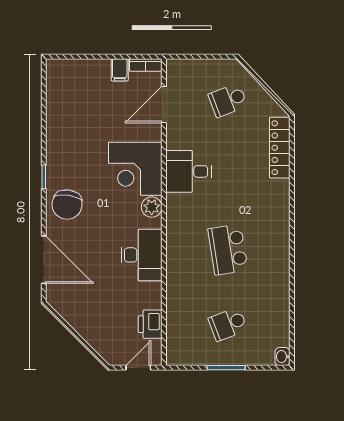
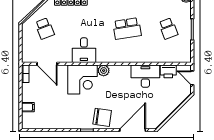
filing cabinet: (120, 70) -> (28, 107), moved
desk: (142, 255) -> (145, 76), moved

